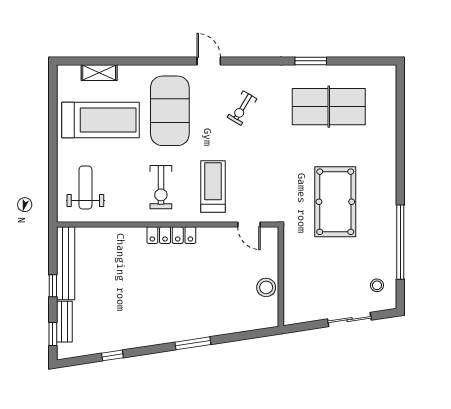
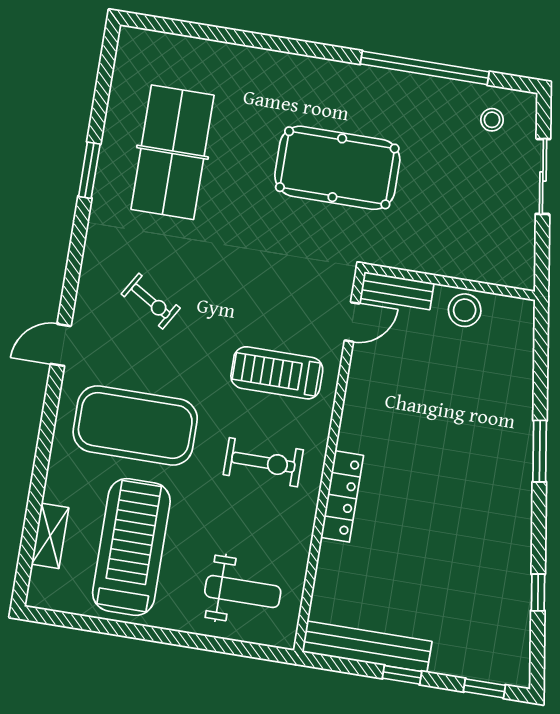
weight bench: (85, 187) -> (243, 592), turned 180
locker: (171, 235) -> (342, 496), moved
bench: (64, 322) -> (397, 291), moved

